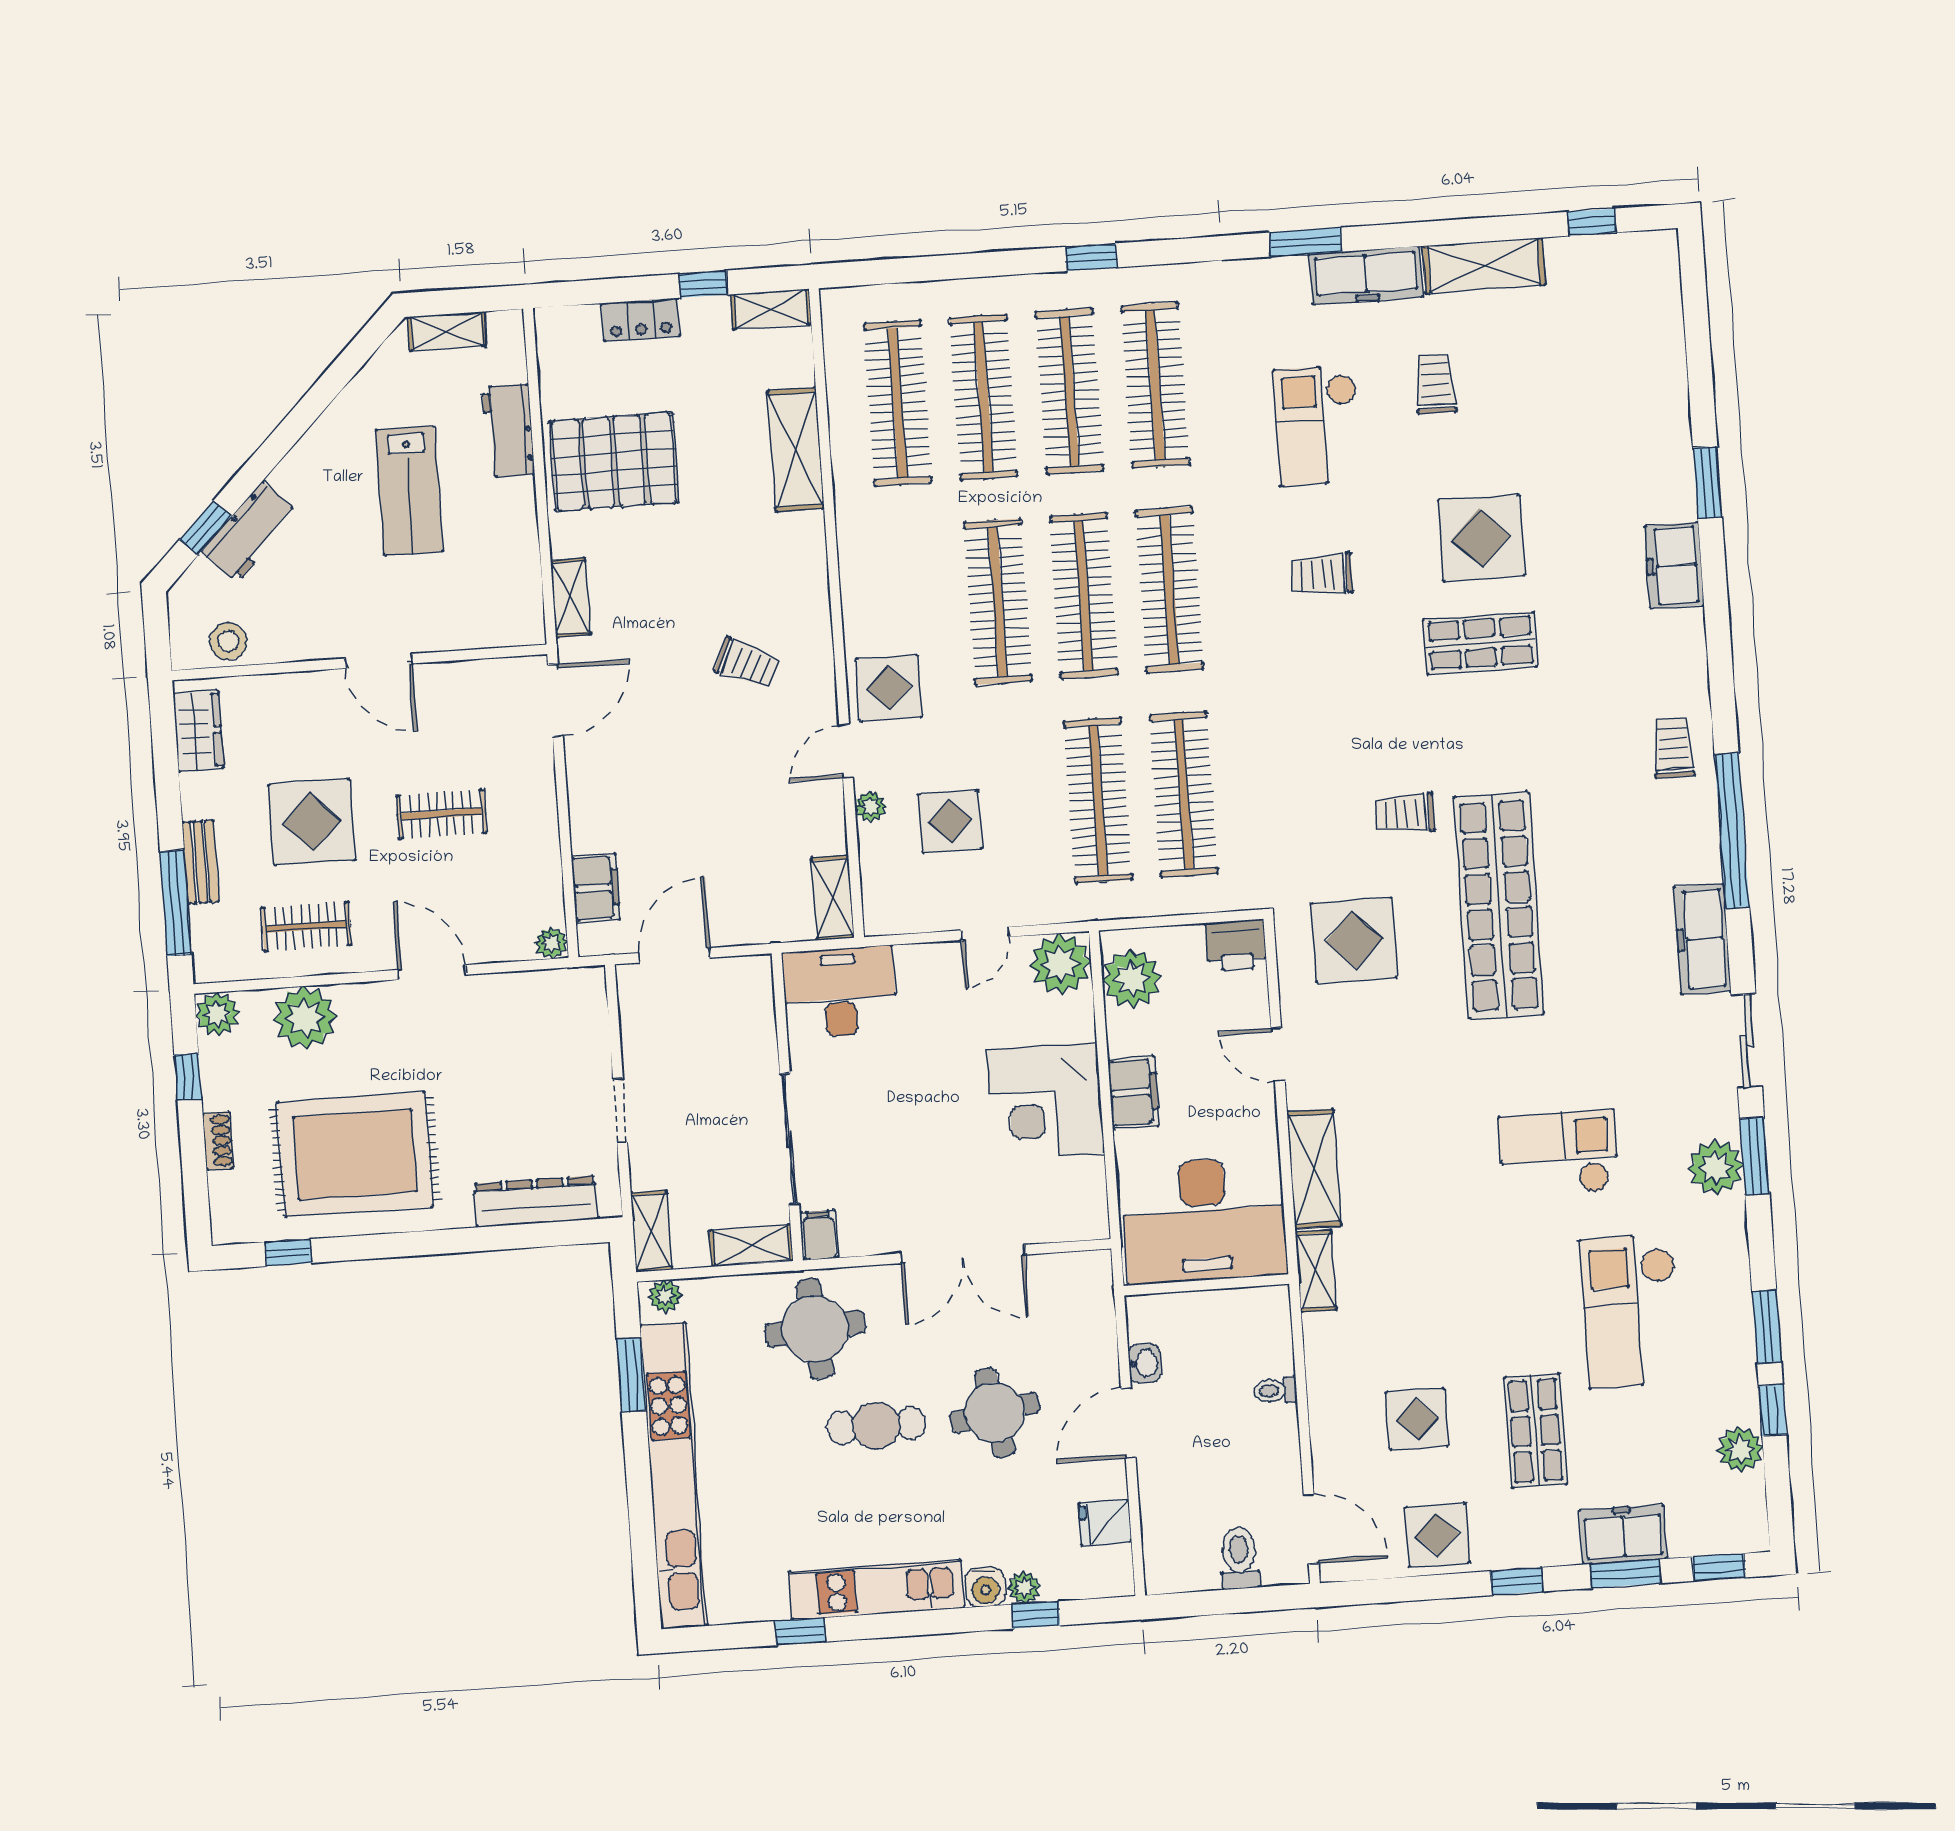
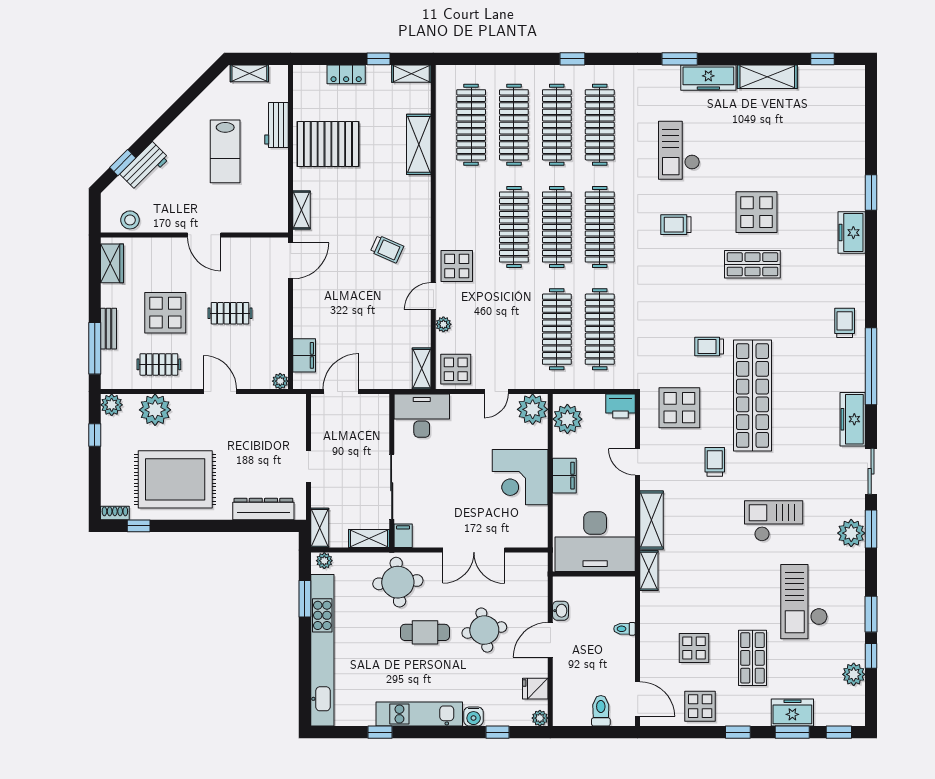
trolley: (1435, 384) -> (715, 462), moved
display table: (950, 821) -> (456, 369), moved
shoe rack: (218, 1141) -> (115, 513), moved, turned -90
plant: (1024, 1588) -> (540, 718), moved

